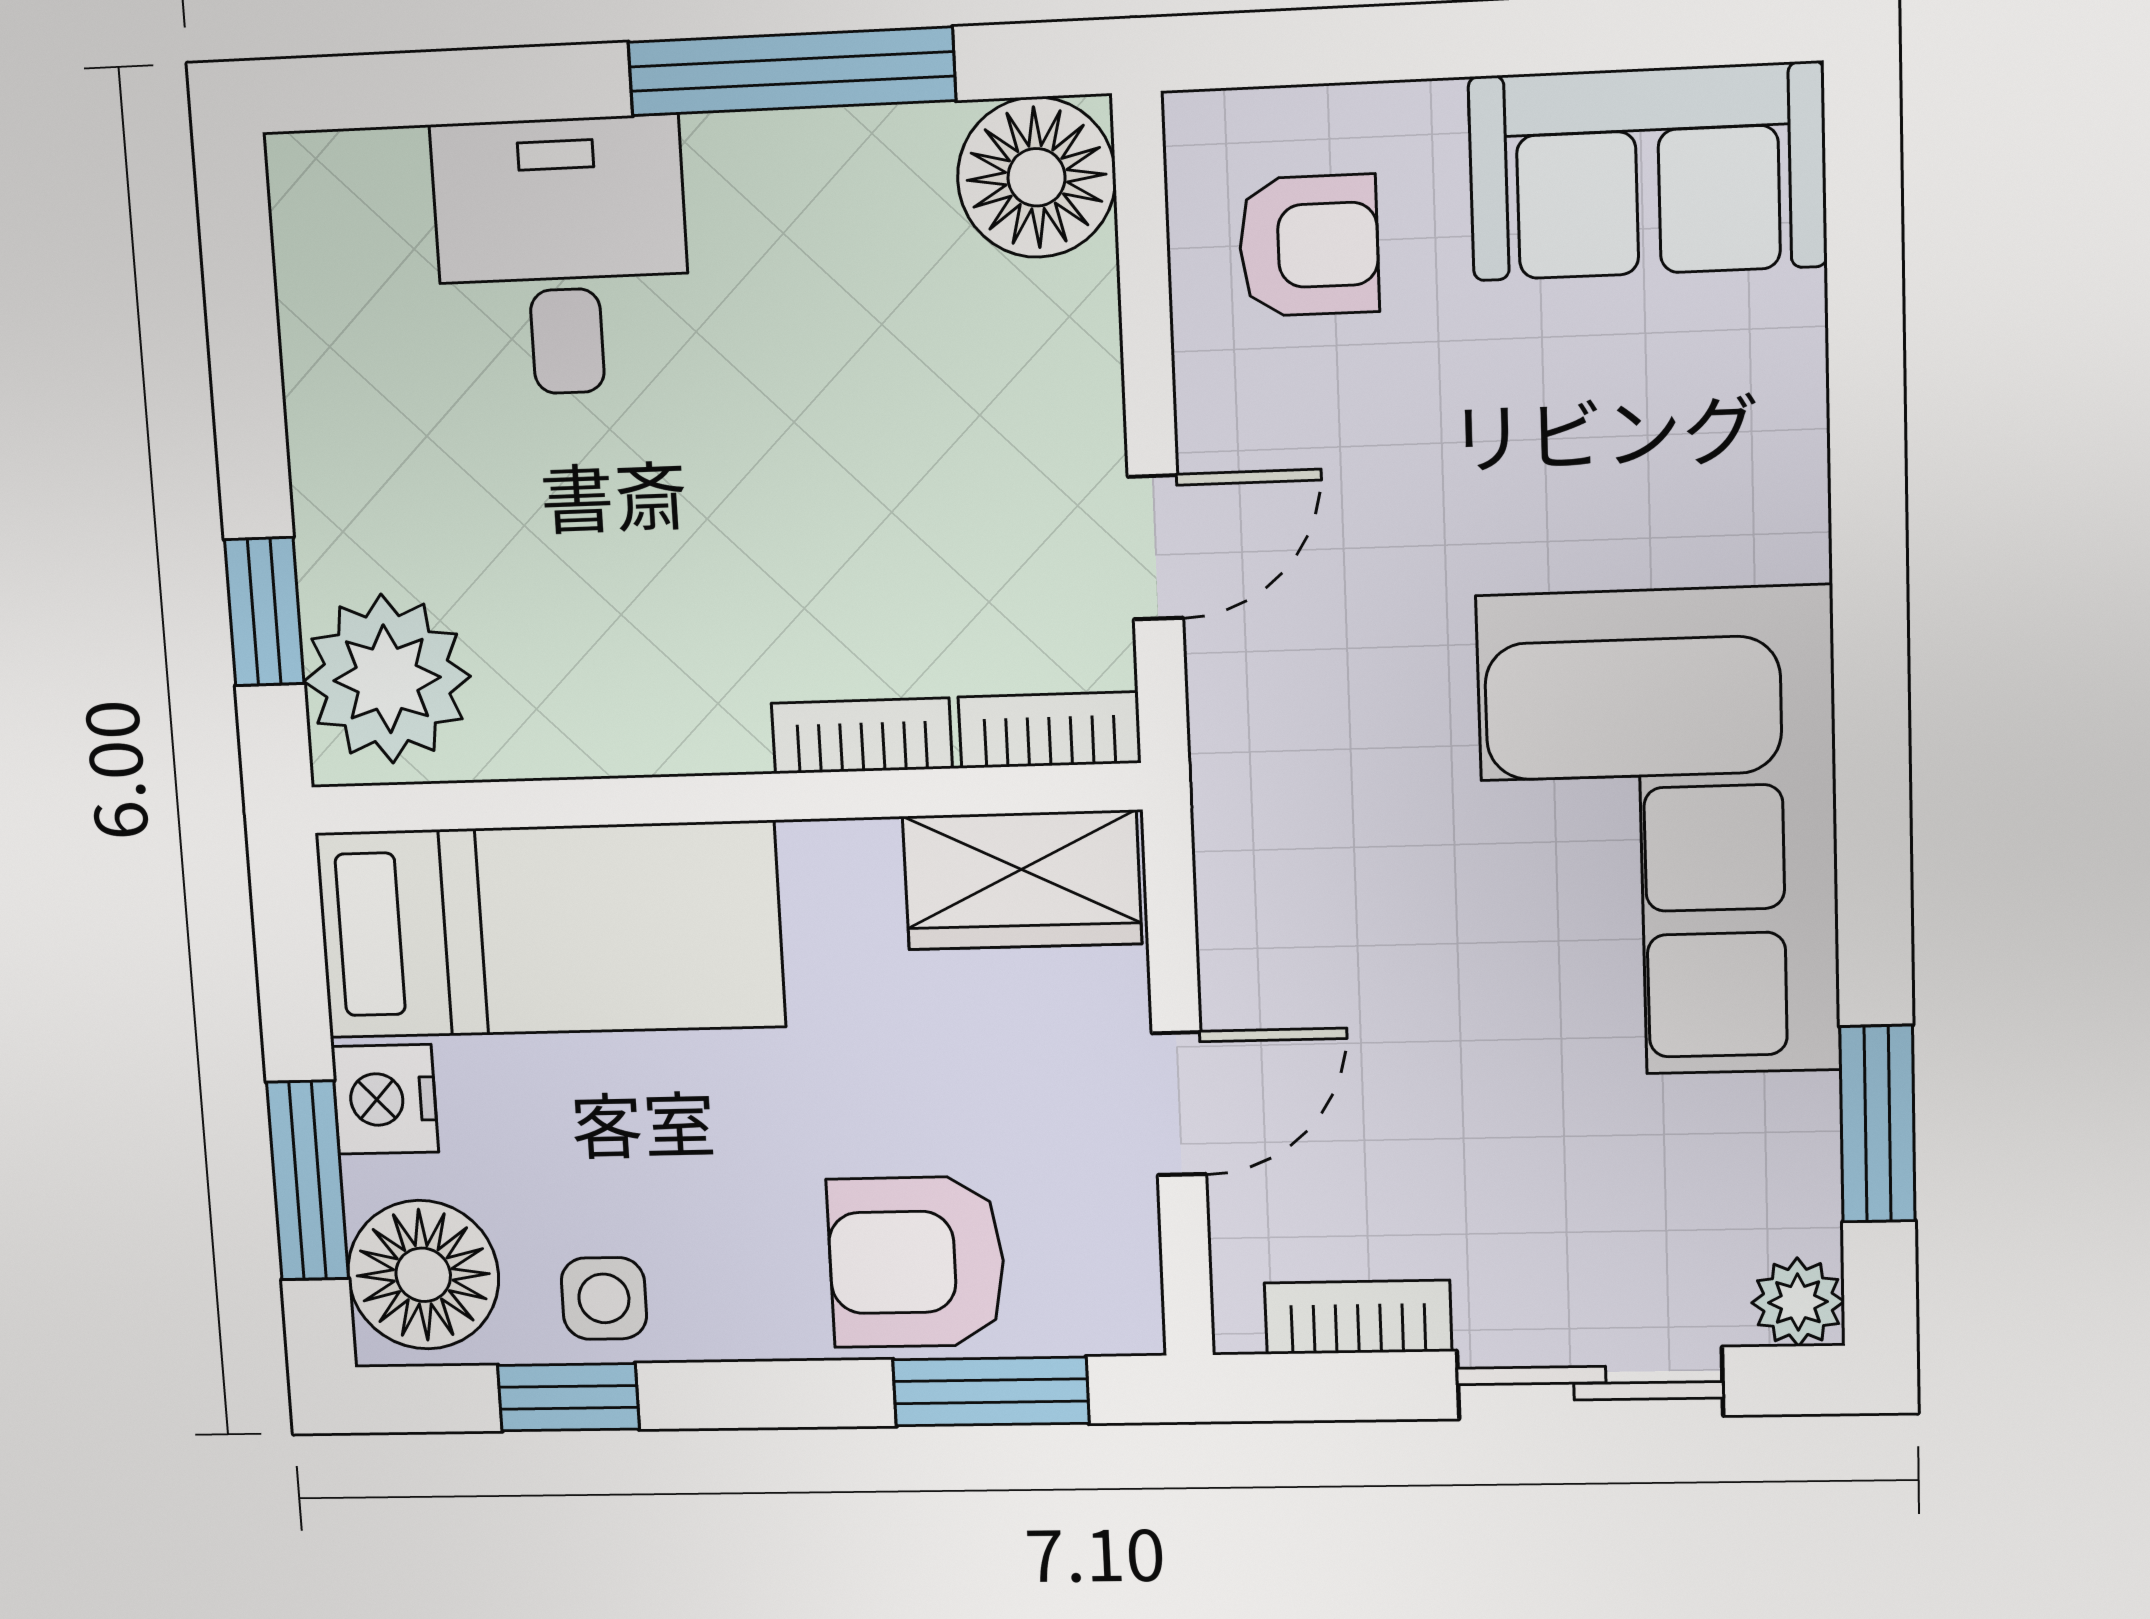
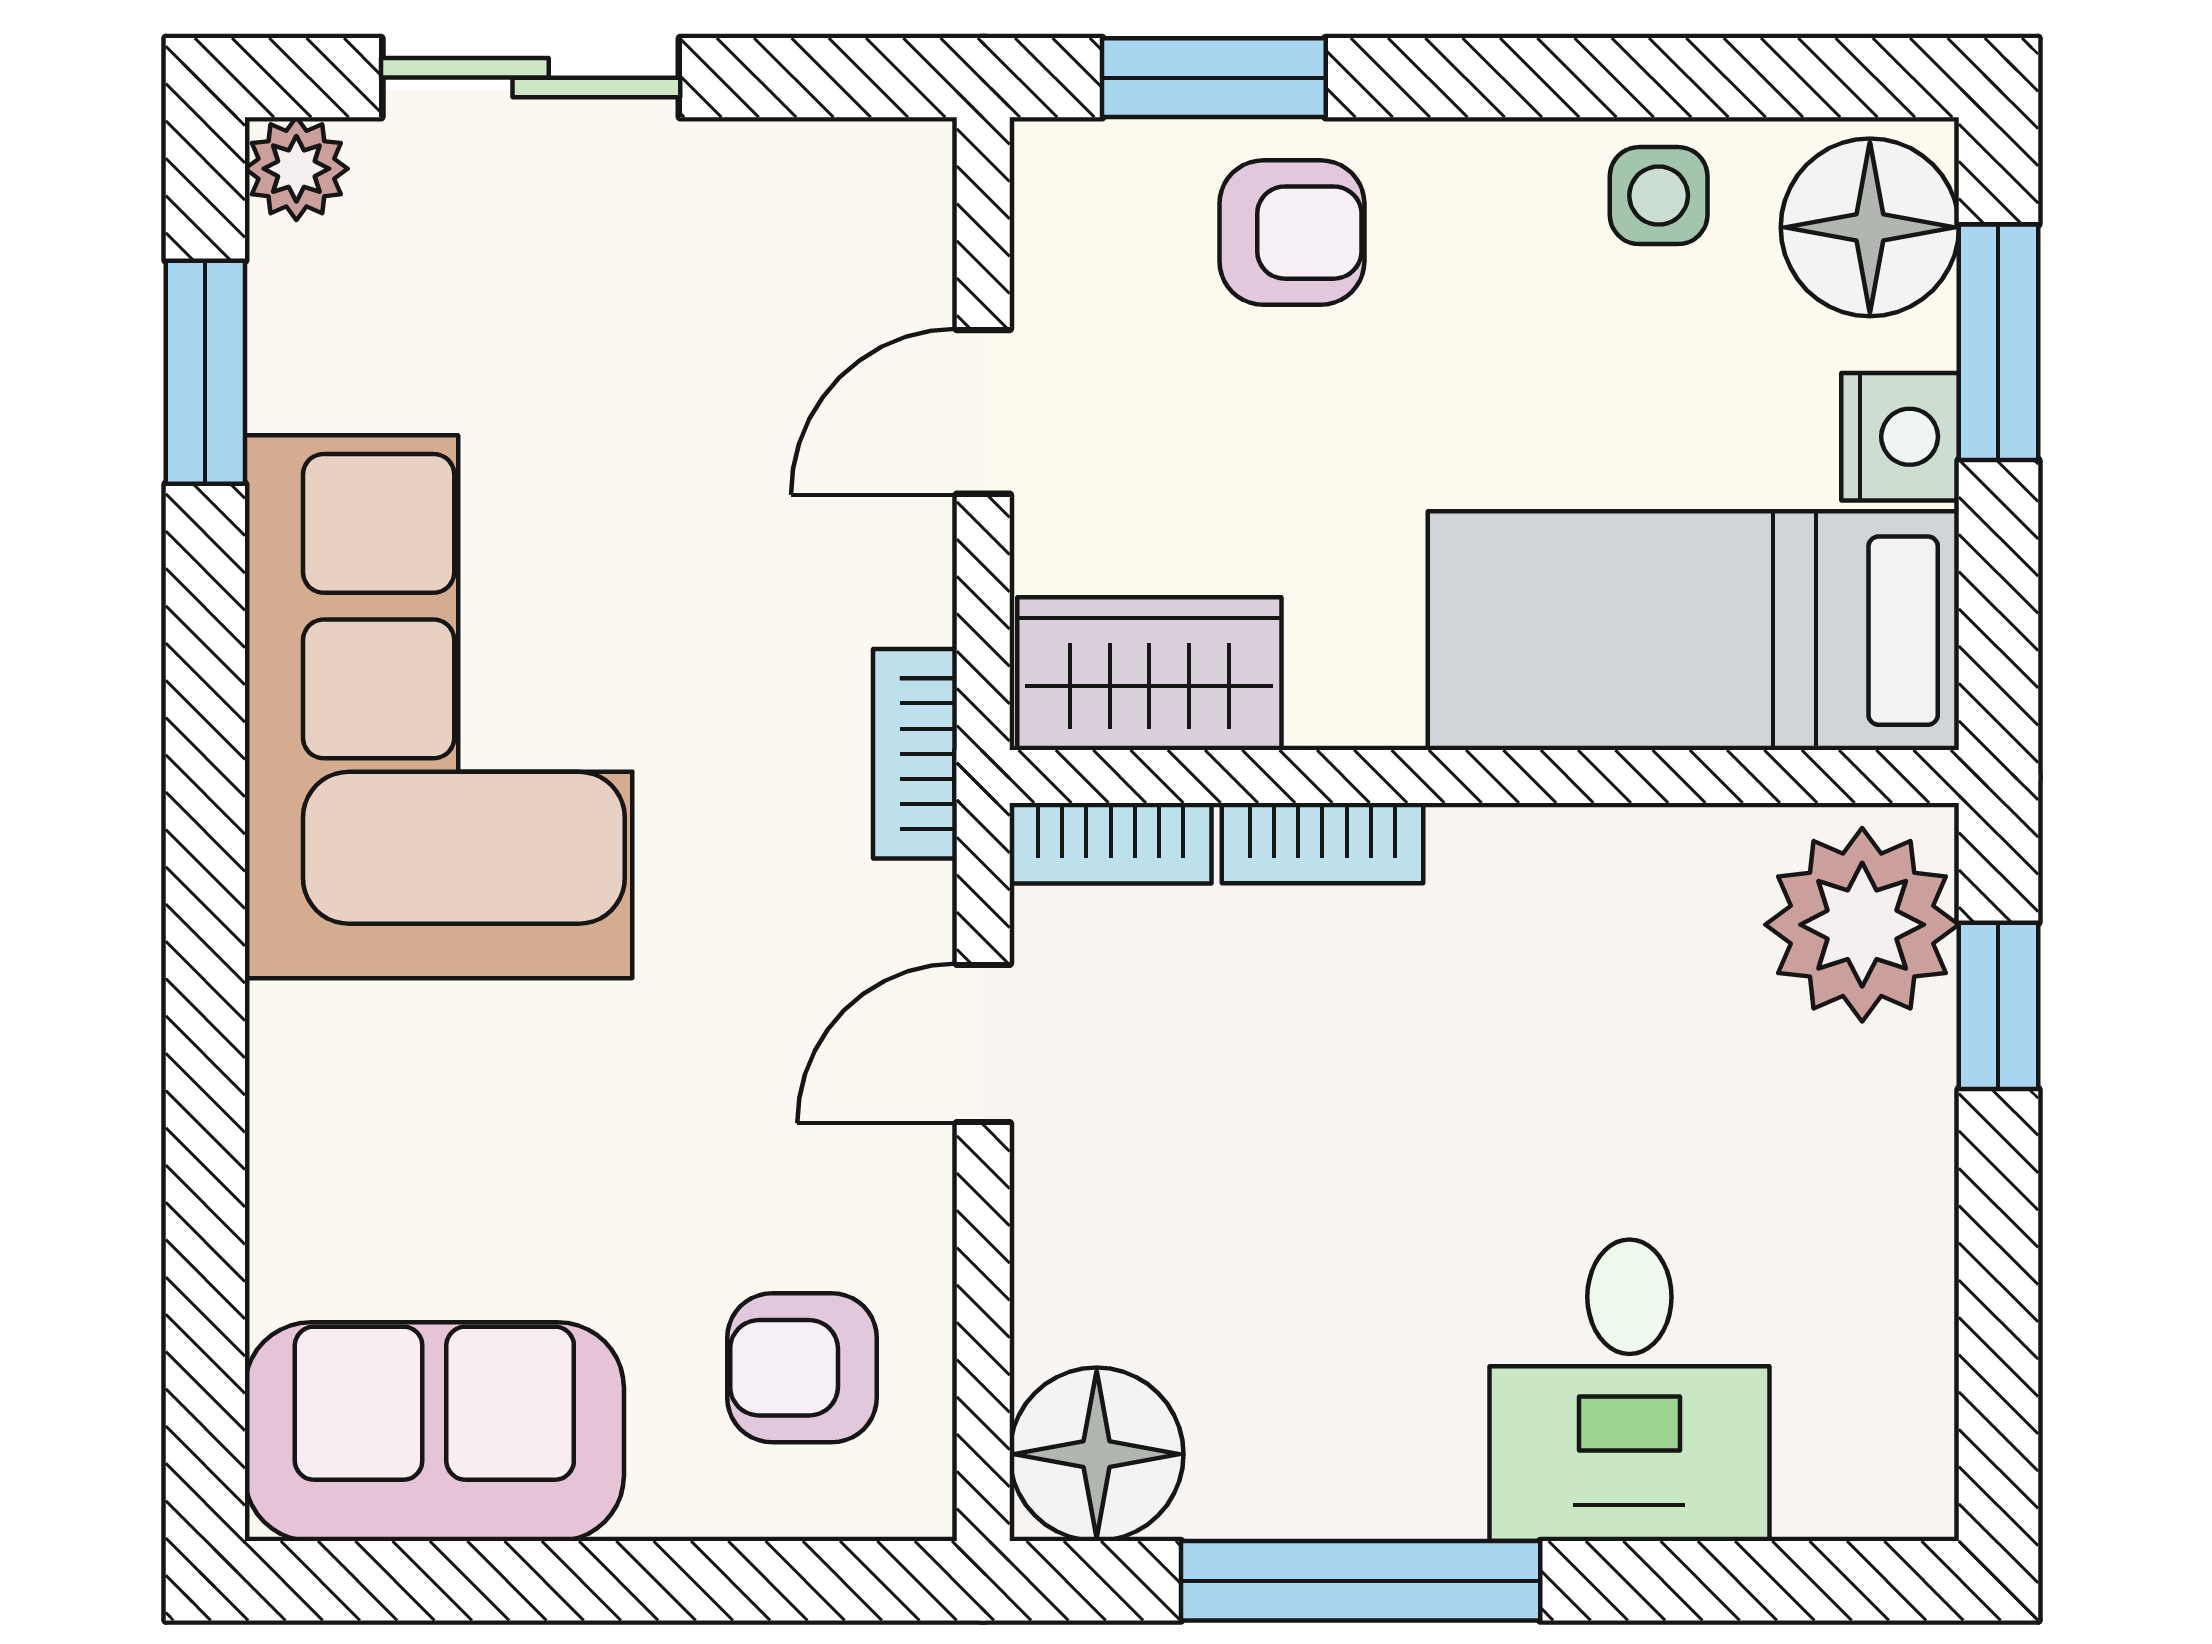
armchair: (917, 1262) -> (1292, 233), width x0.72, depth x0.72
bookcase: (1358, 1317) -> (915, 754), moved, turned 90
window: (568, 1397) -> (1708, 78), removed

